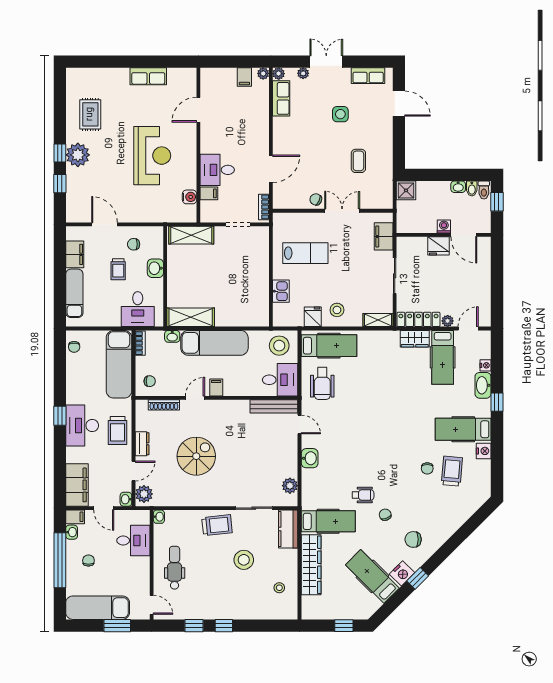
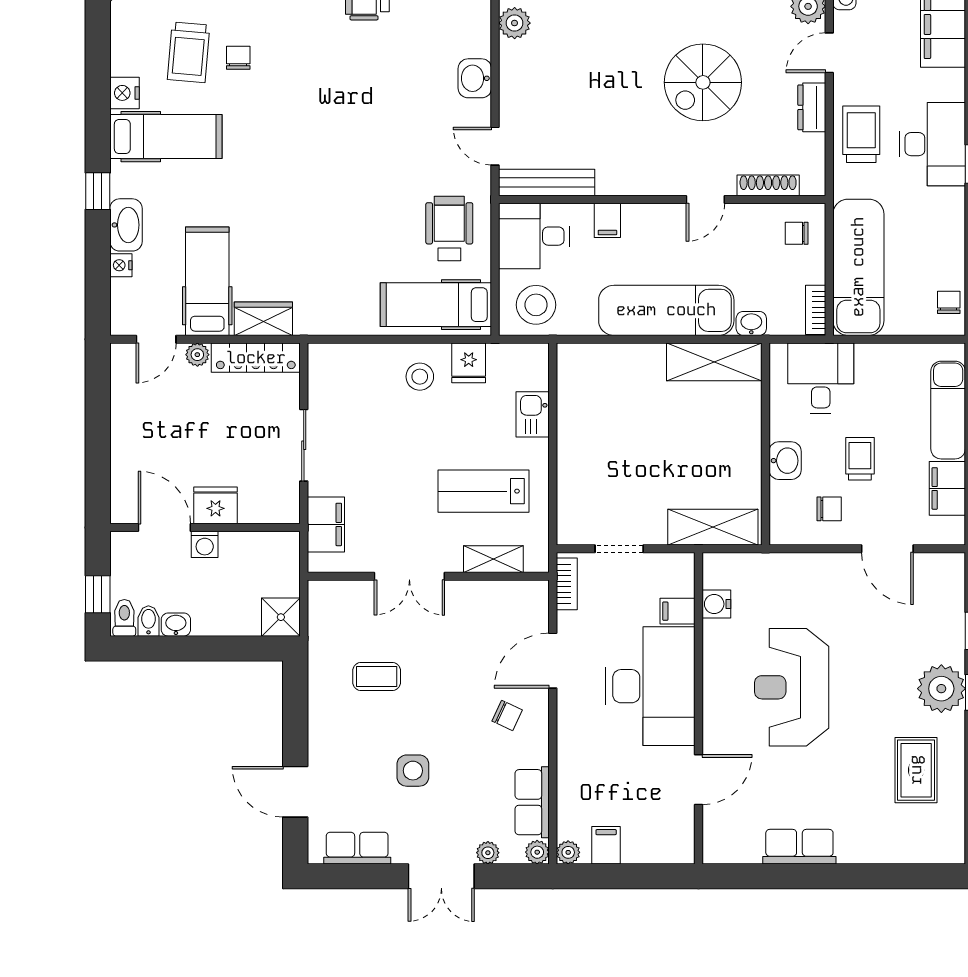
coffee table: (358, 161) -> (377, 676), turned 90
desk: (217, 170) -> (650, 686), width x1.87, depth x1.30
chair: (316, 199) -> (507, 715), moved
shelving: (378, 320) -> (493, 559), moved
filing cabinet: (216, 388) -> (607, 220), moved

